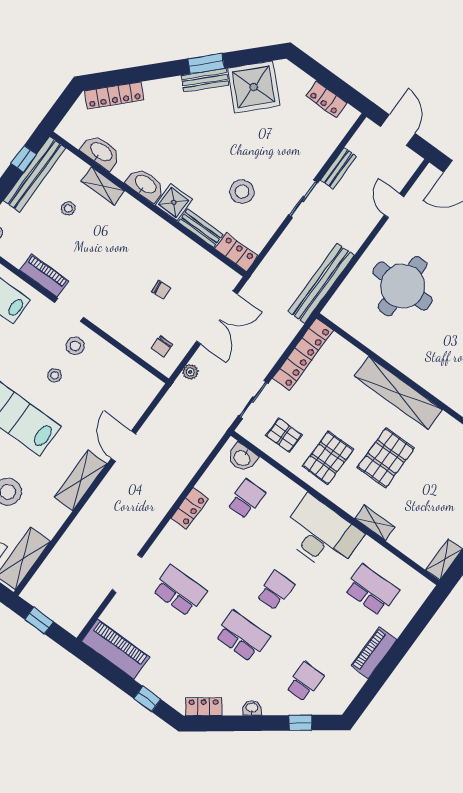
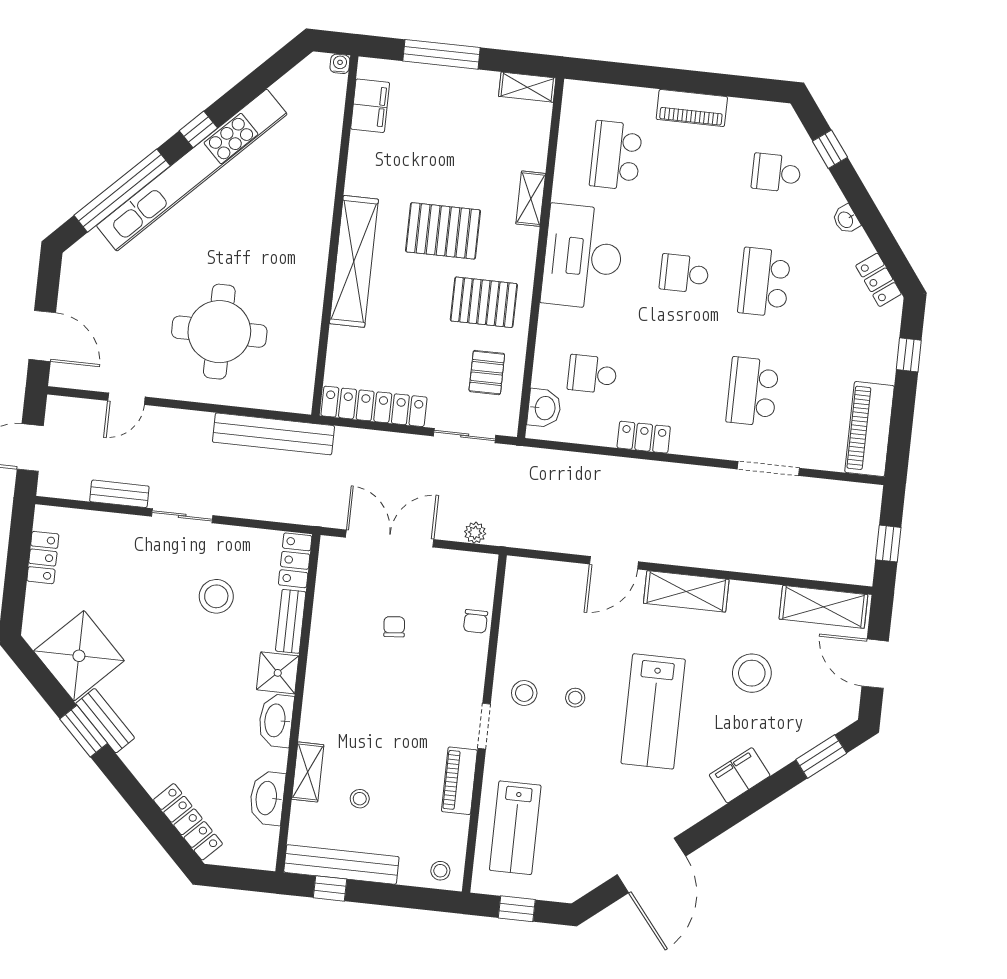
chair: (162, 346) -> (476, 621), moved, turned 90

